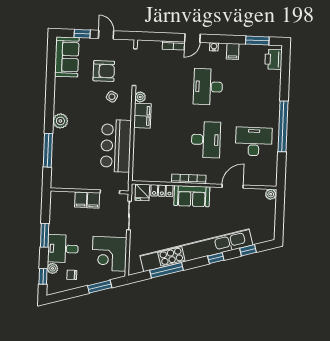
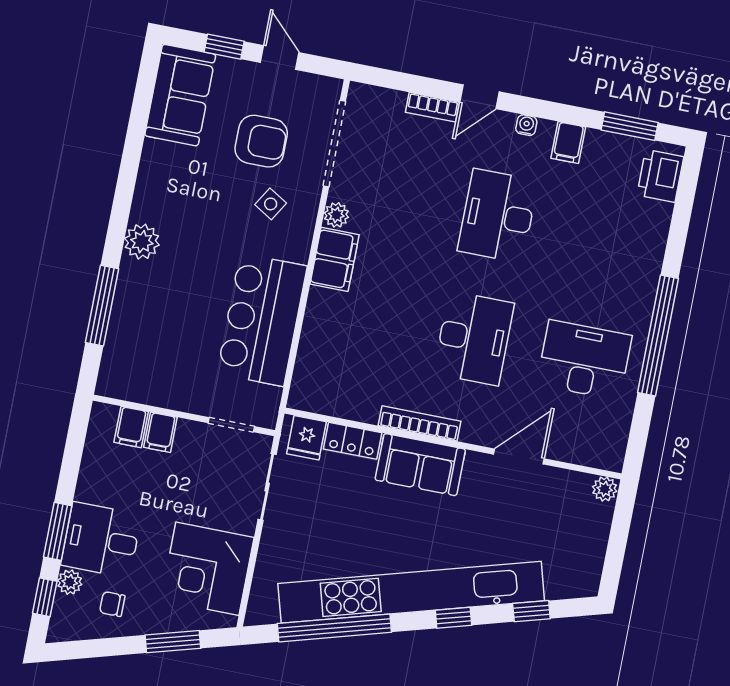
filing cabinet: (93, 200) -> (131, 427), moved
window: (45, 235) -> (58, 531), moved
window: (166, 270) -> (334, 628), width x1.46

